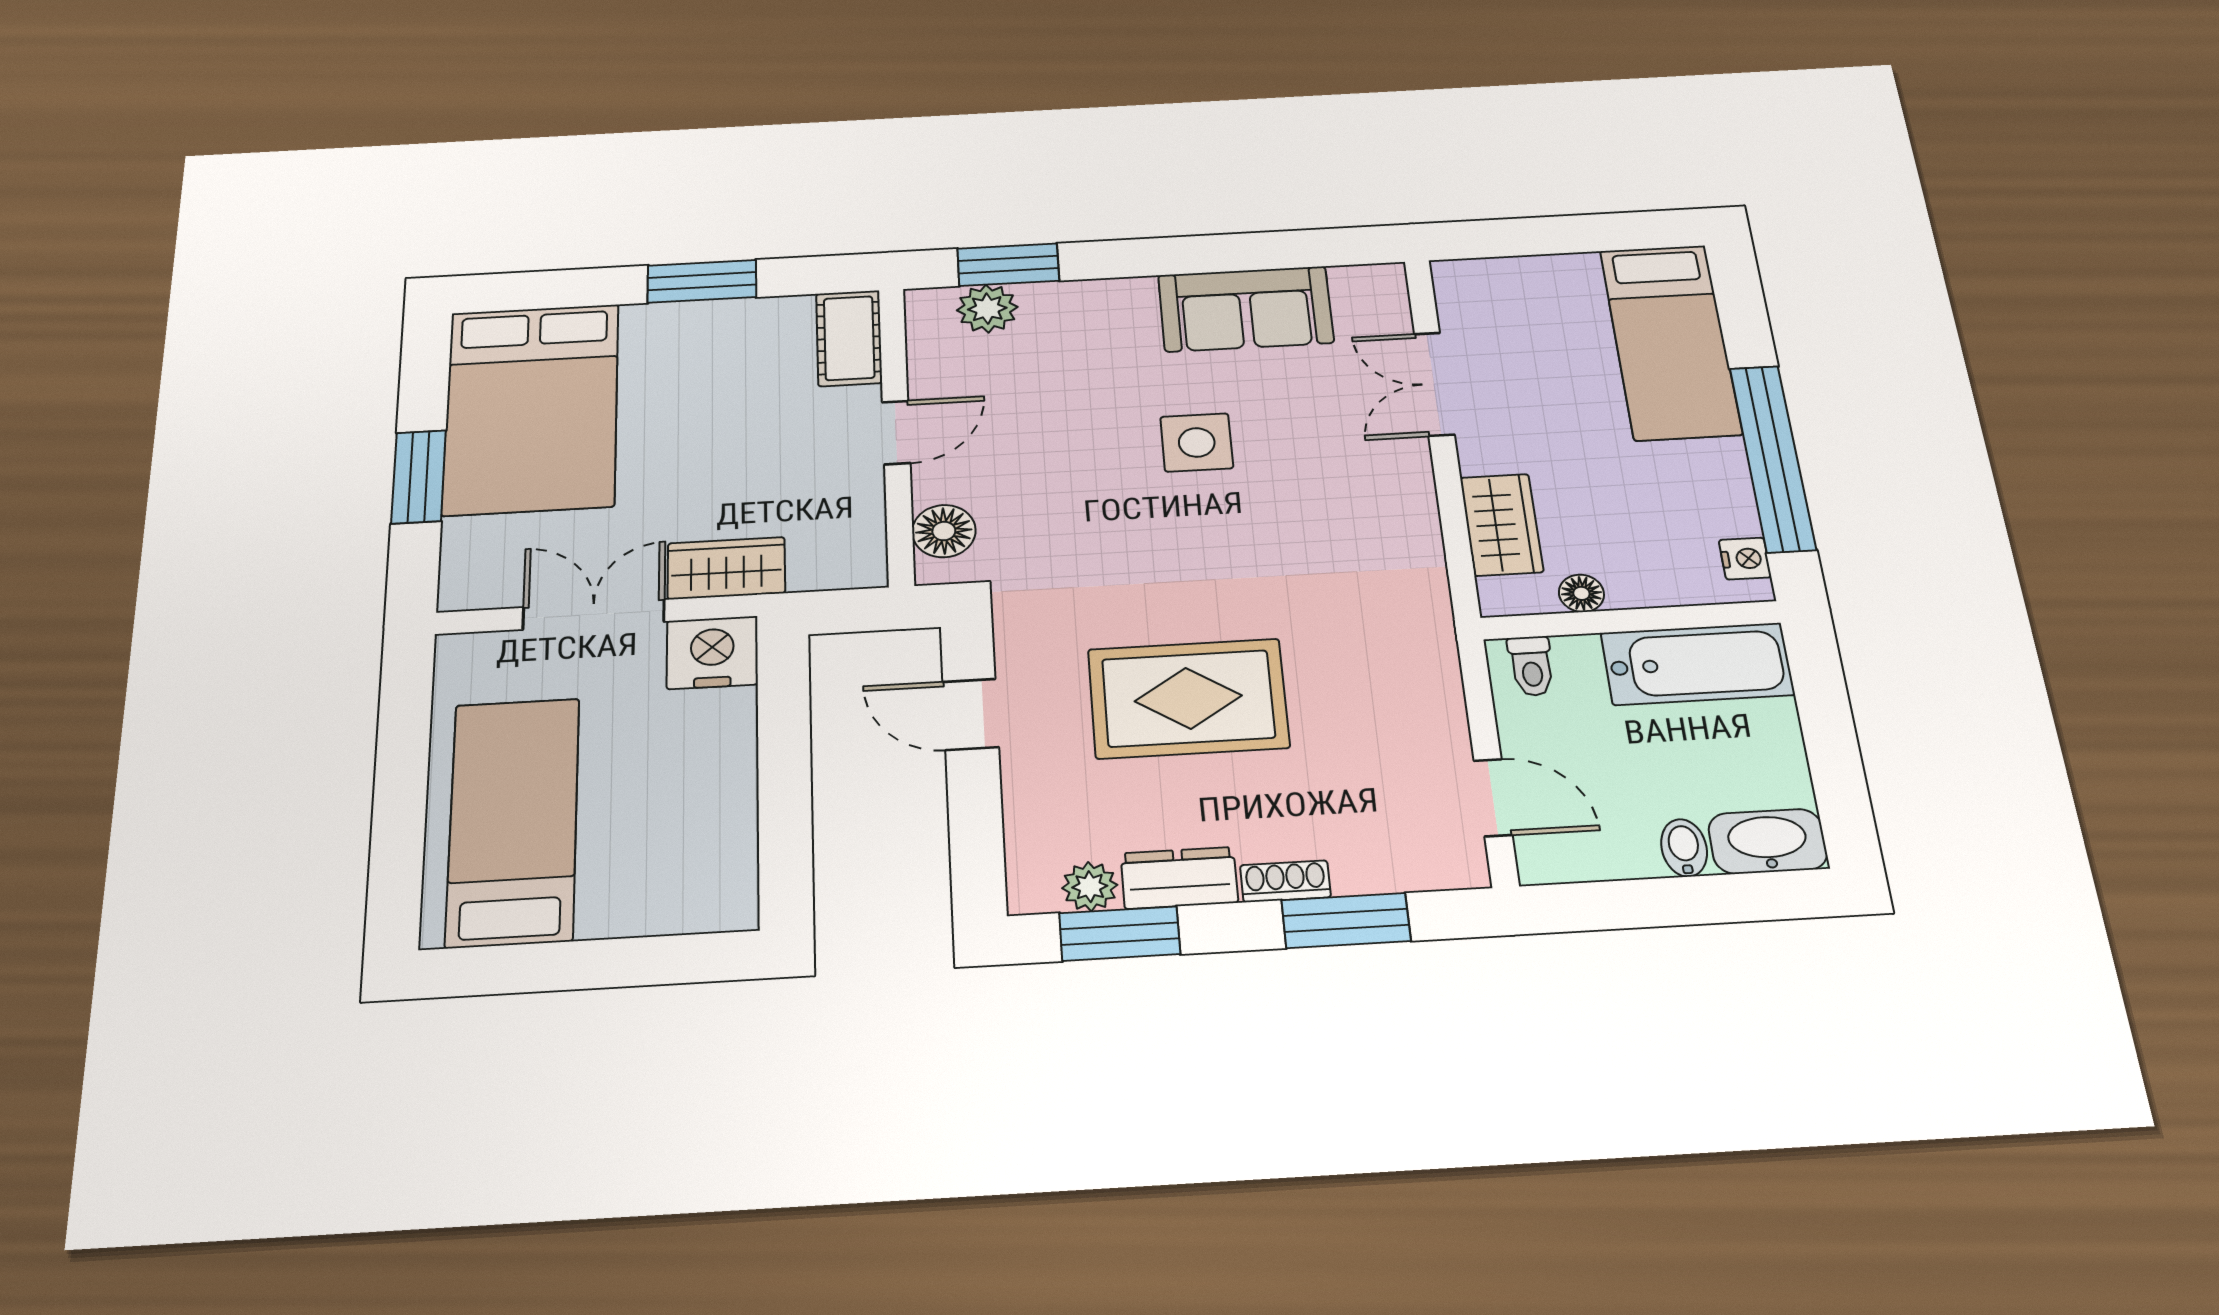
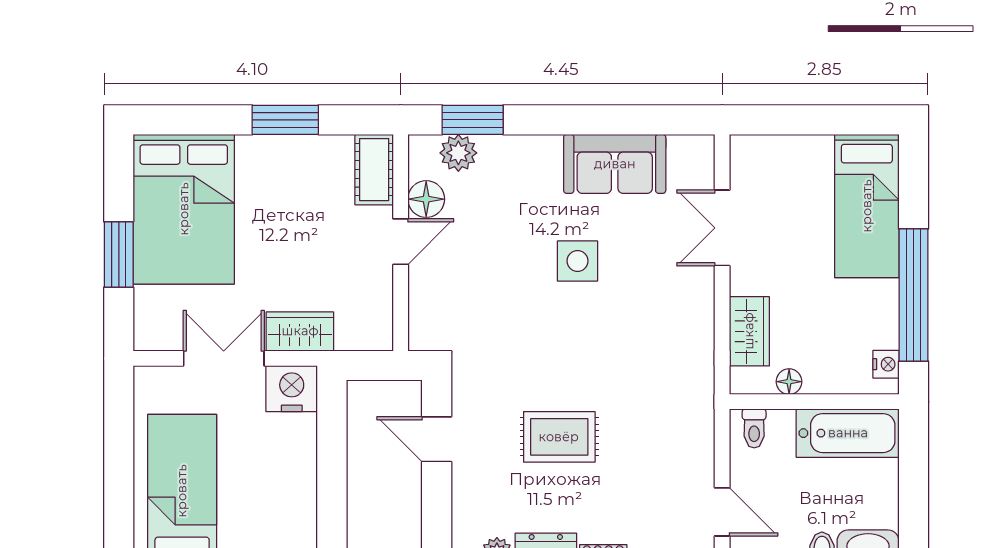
floor lamp: (944, 531) -> (426, 199), moved
rug: (1188, 698) -> (559, 437), width x0.73, depth x0.70

